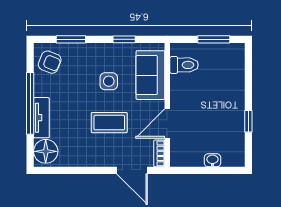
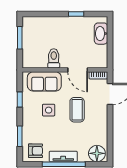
armchair: (50, 62) -> (35, 151), turned 68
toilet: (184, 65) -> (54, 58), moved
tv unit: (41, 118) -> (63, 156), moved
washbasin: (212, 160) -> (101, 34), width x1.91, depth x1.45

